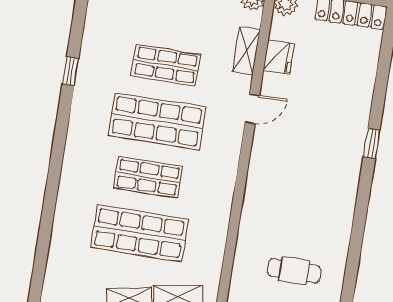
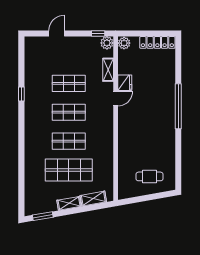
fridge: (279, 57) -> (125, 83), moved
shop shelf: (157, 121) -> (69, 112), width x0.70, depth x0.74
window: (372, 143) -> (178, 106), width x3.17

